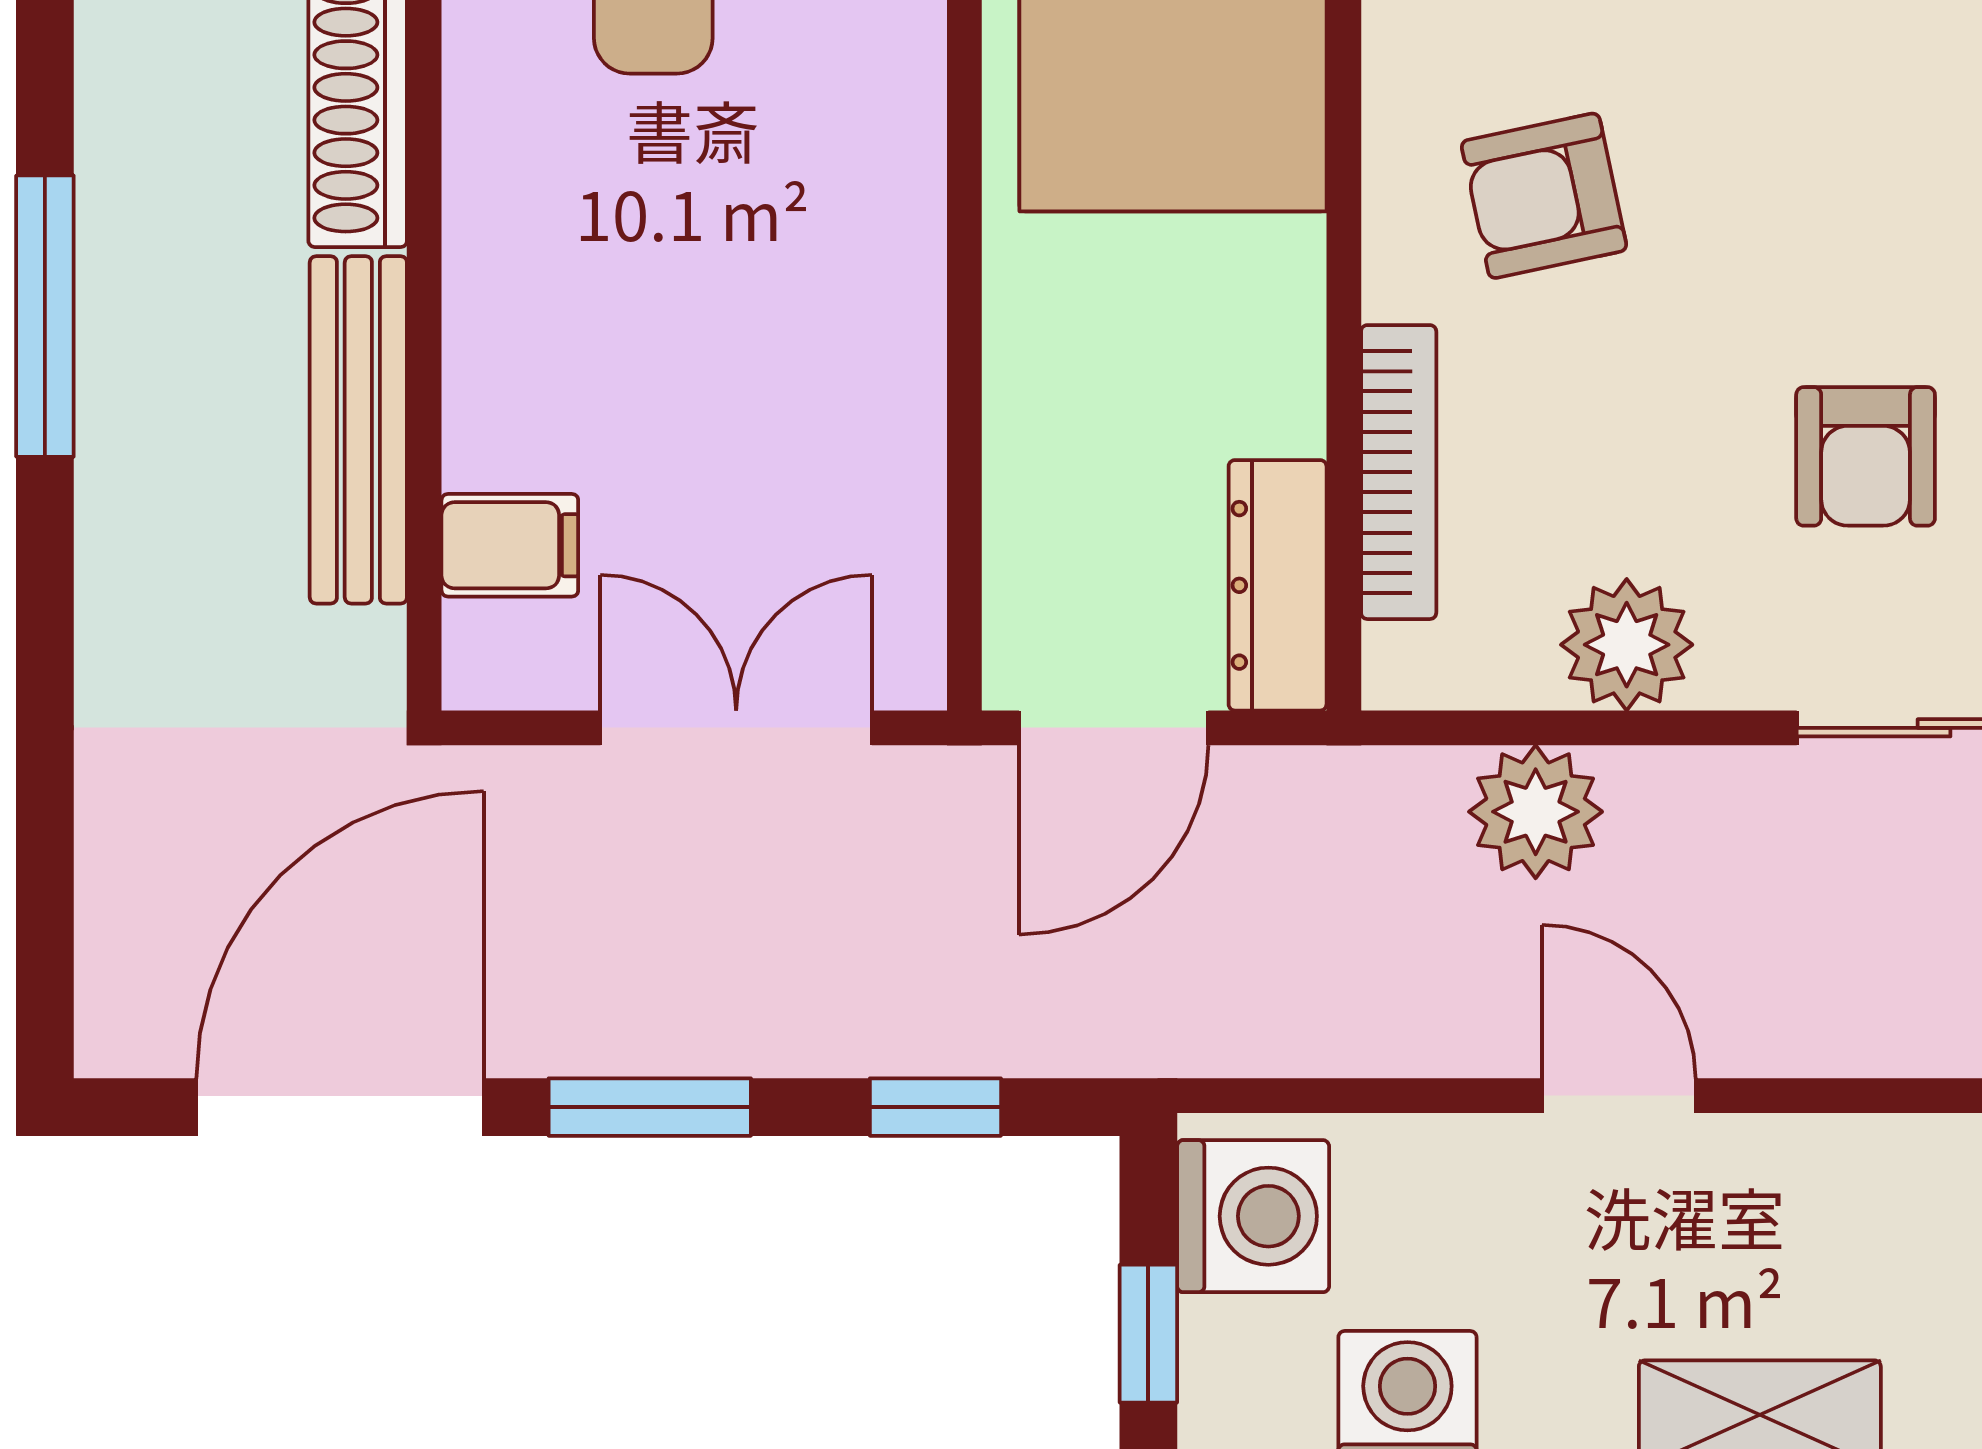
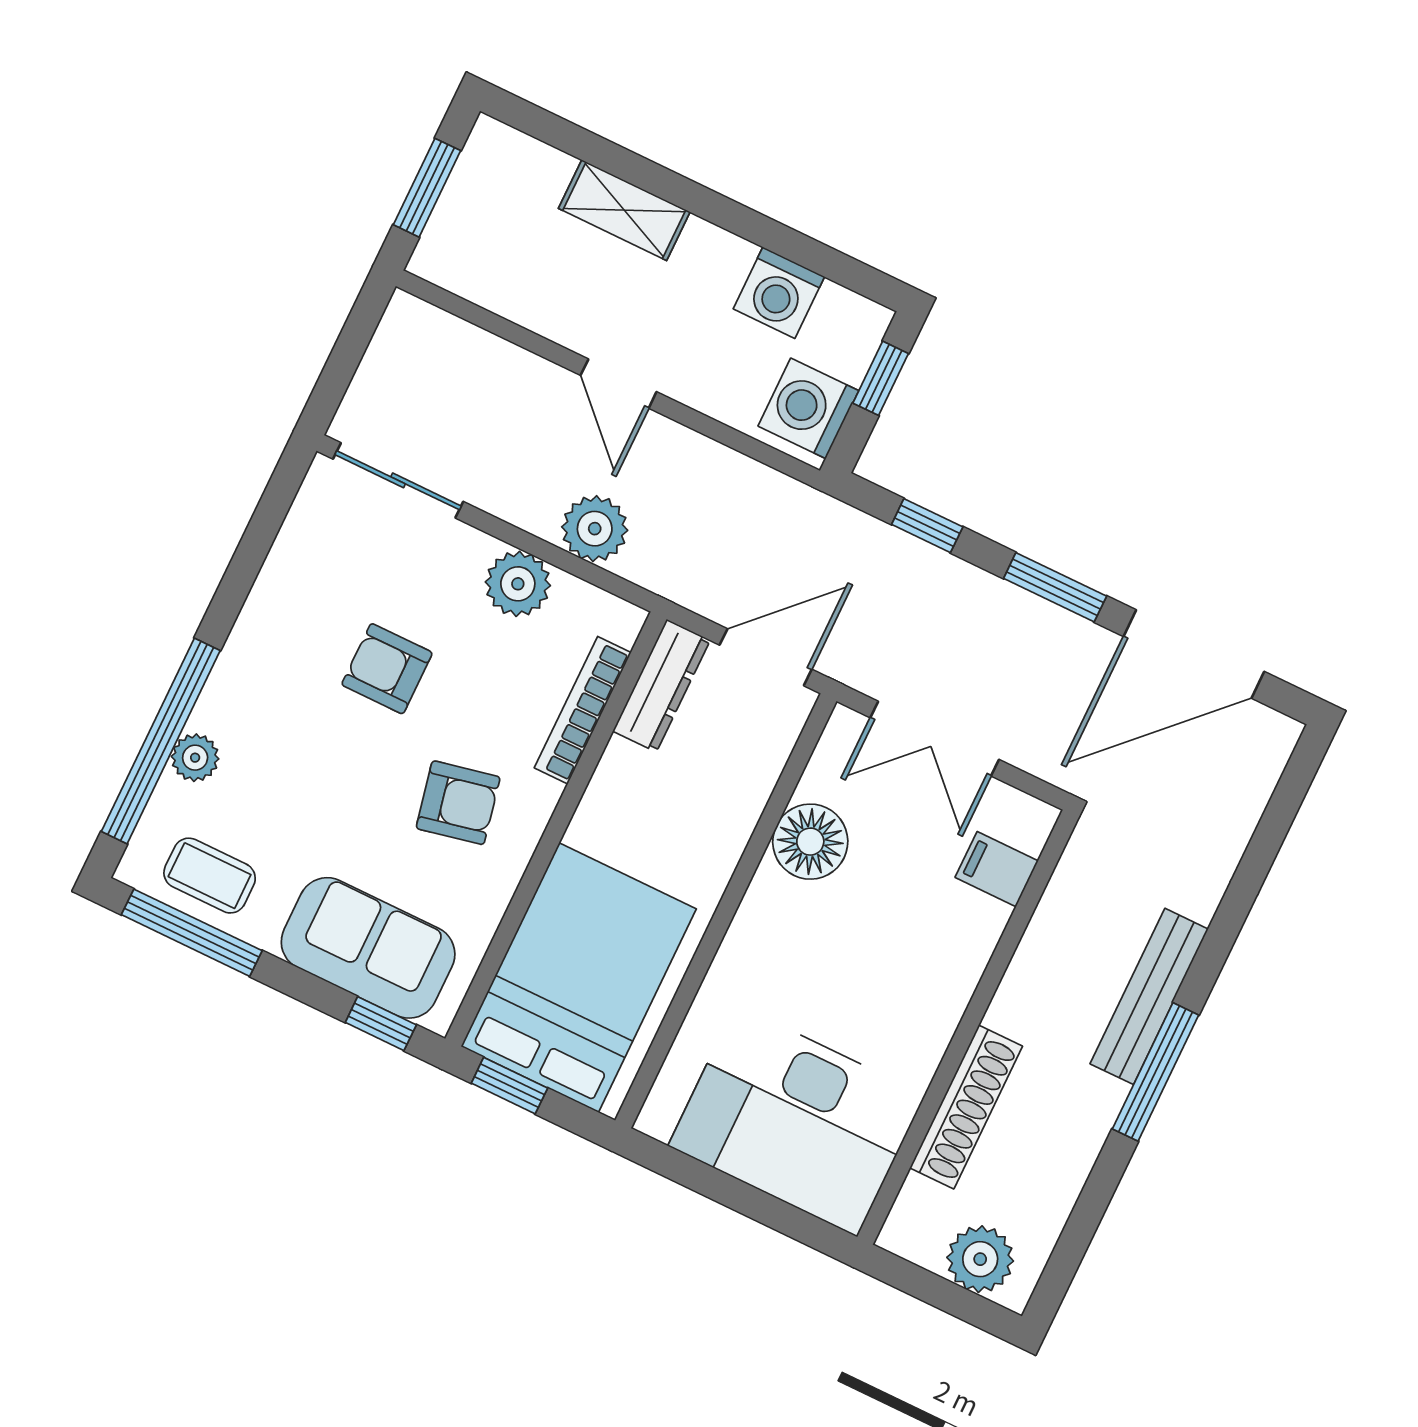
bench: (358, 430) -> (1149, 996), moved
floor lamp: (872, 433) -> (810, 842), added
armchair: (1866, 456) -> (387, 669), moved, turned -90

